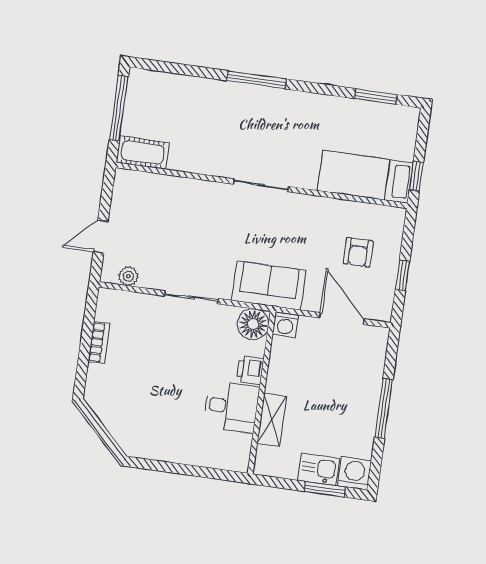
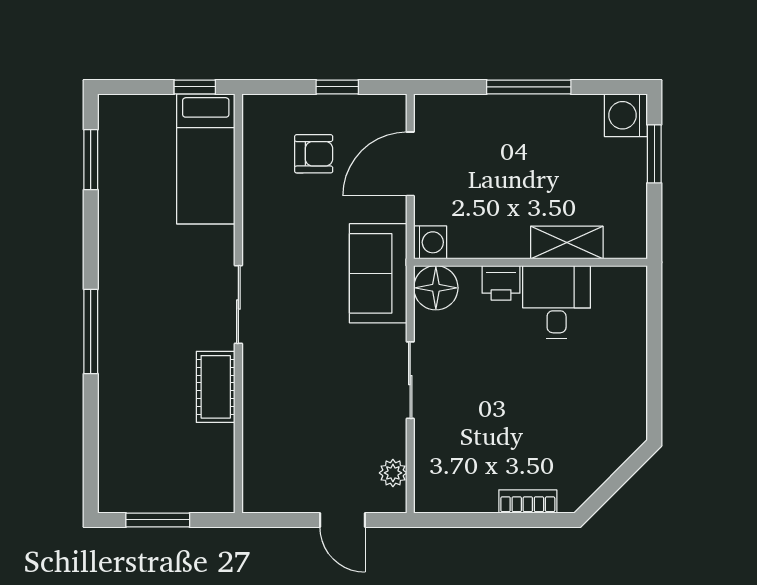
window: (119, 108) -> (158, 520), width x0.69
cot: (143, 152) -> (216, 387), moved
bookcase: (99, 343) -> (528, 501), moved
kitchen sink: (319, 469) -> (628, 167), removed

